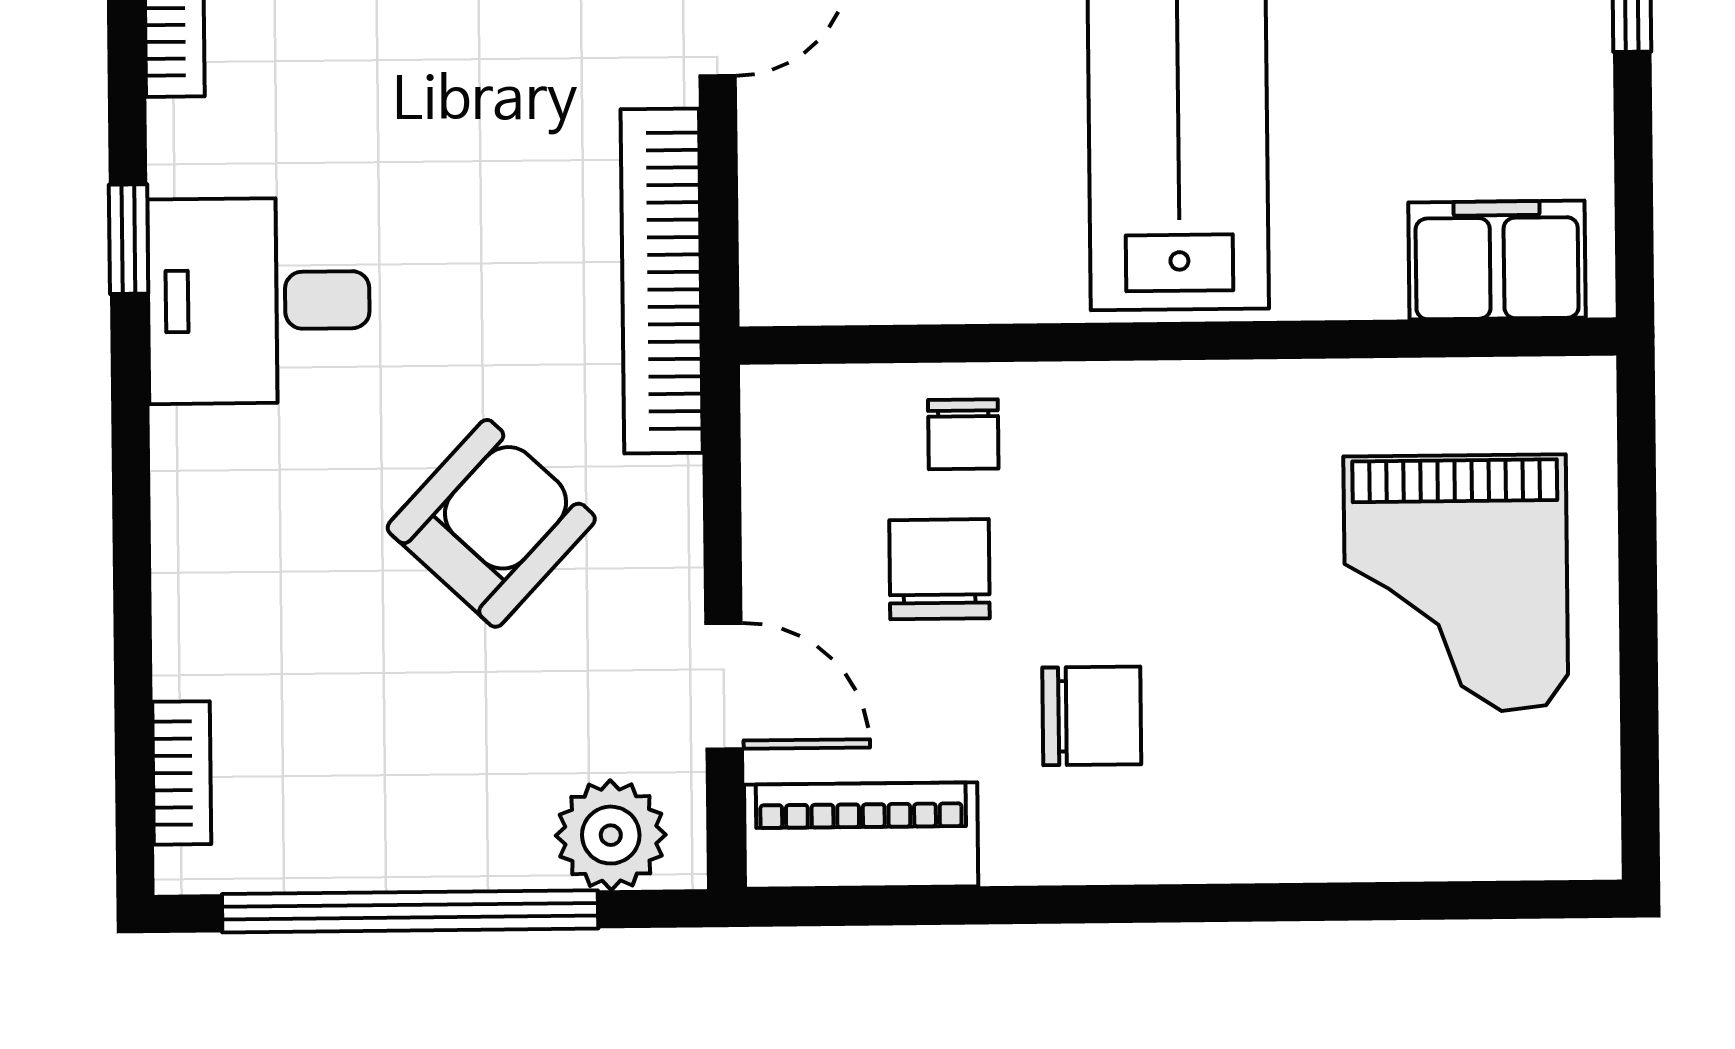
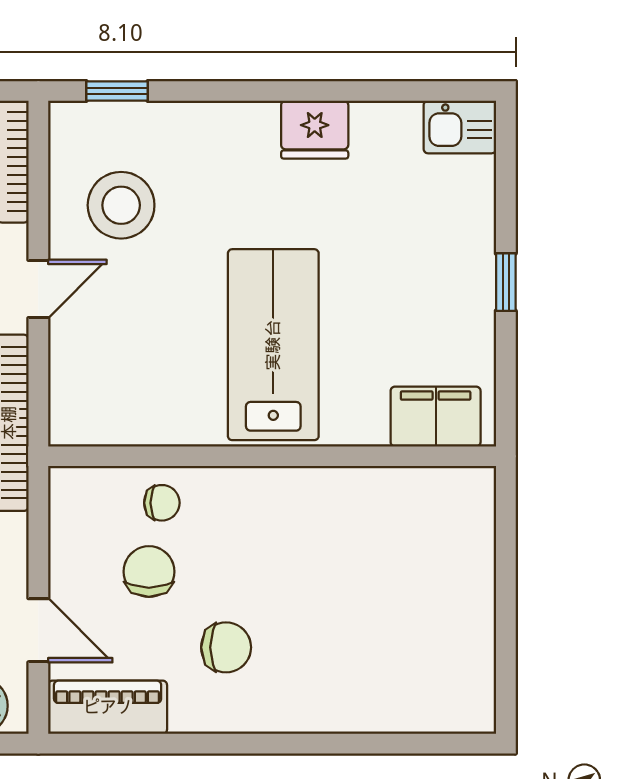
chair: (963, 434) -> (162, 503), turned -90
grand piano: (1456, 583) -> (413, 582), removed

